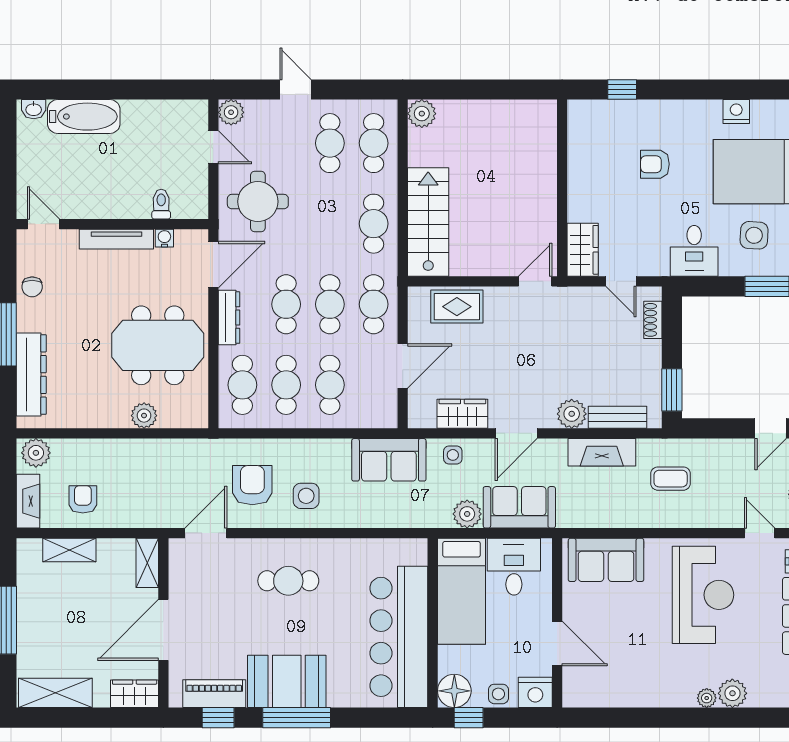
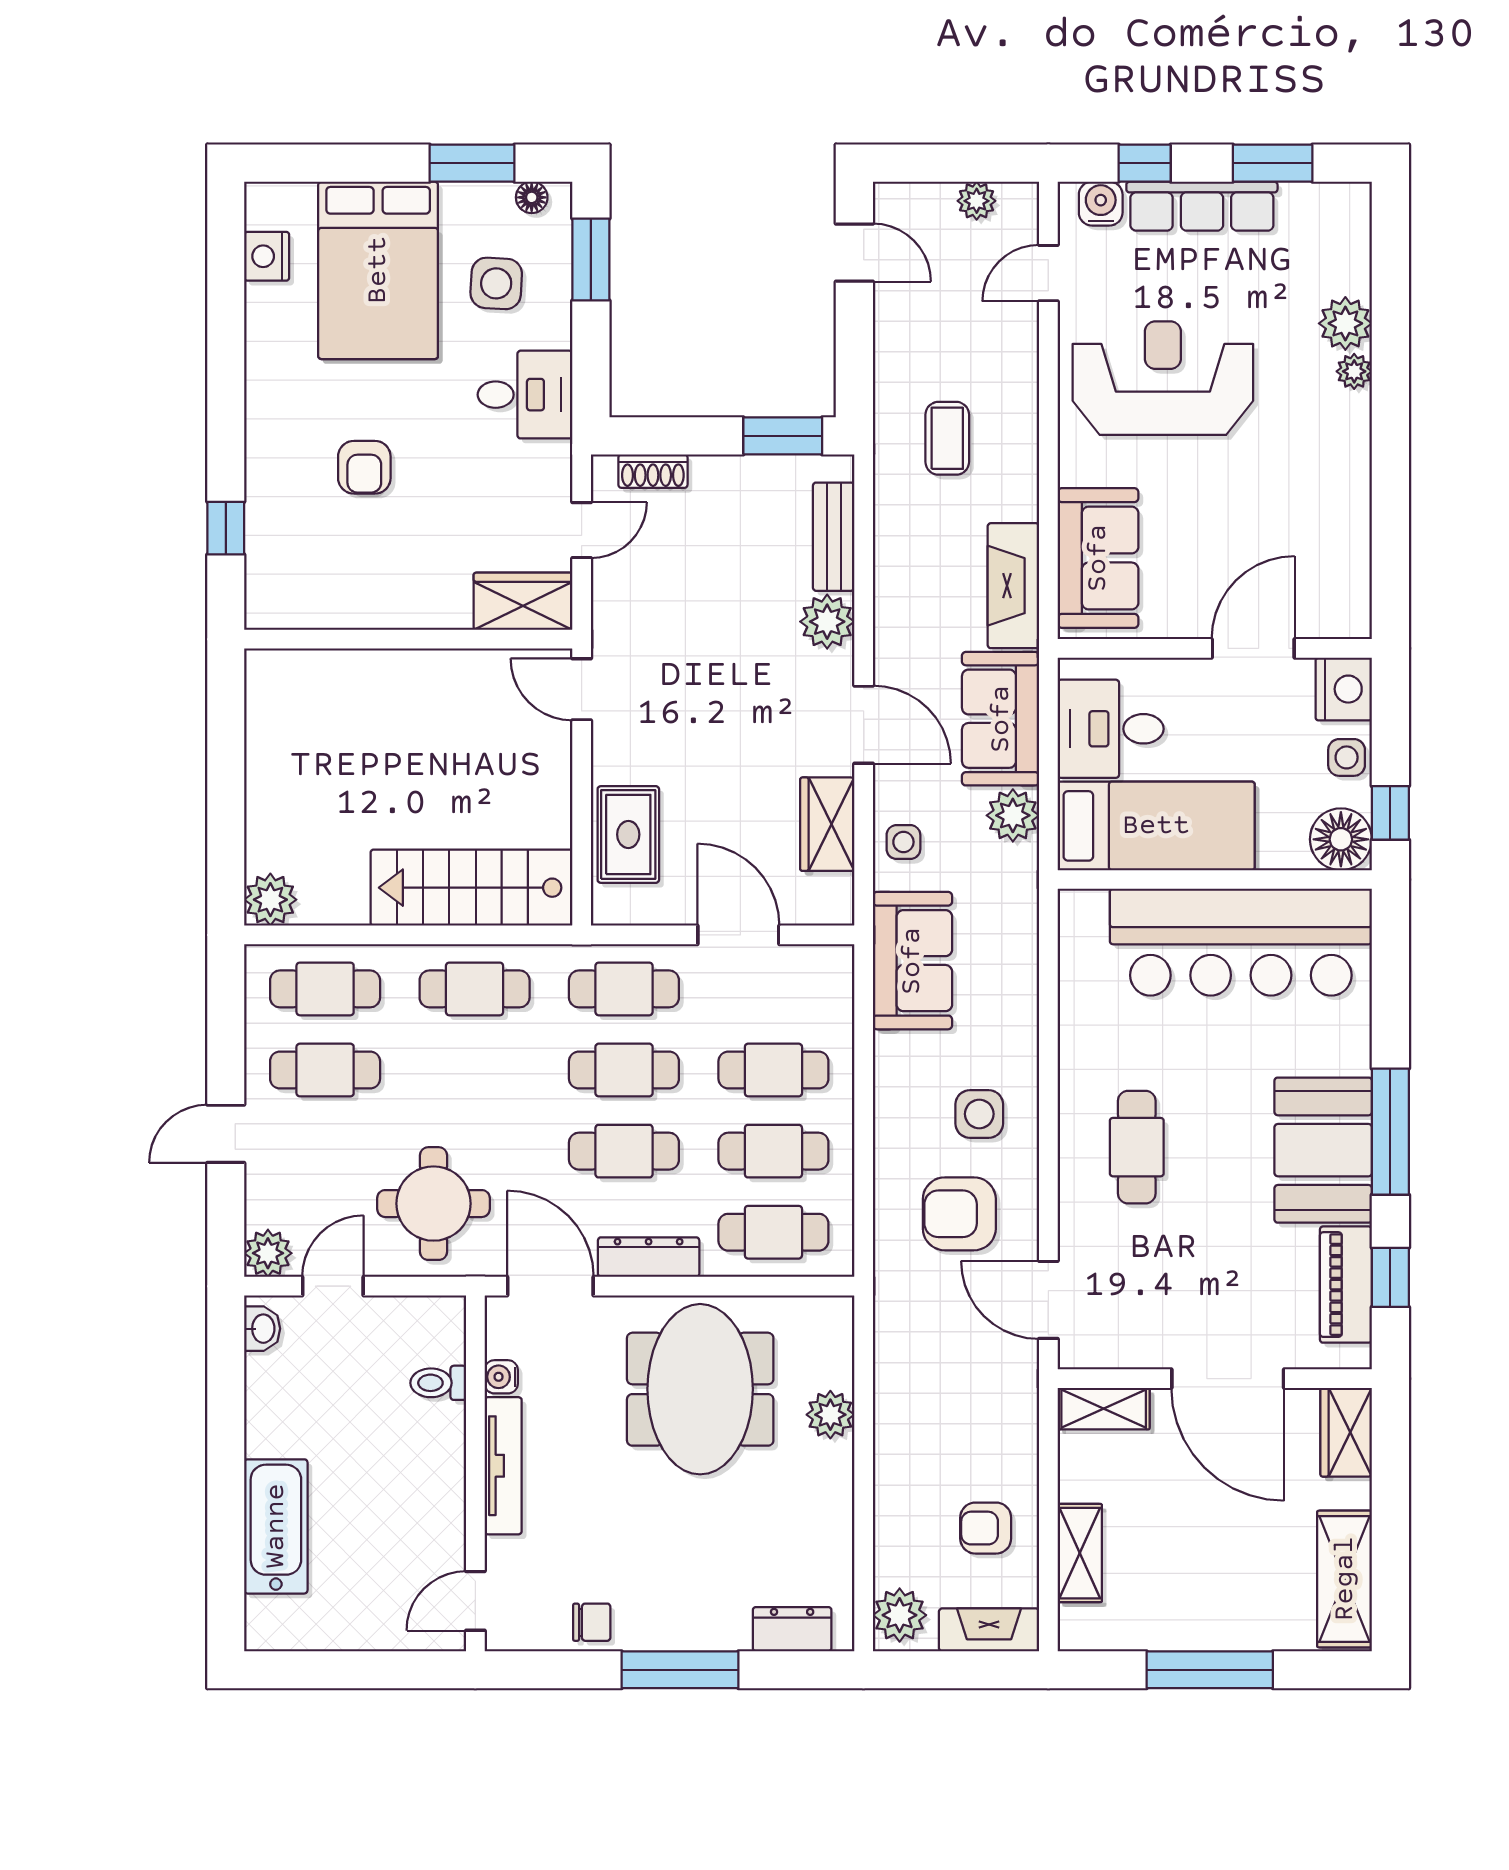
washbasin: (34, 109) -> (262, 1329), moved
nightstand: (736, 112) -> (267, 256), moved
dresser: (31, 375) -> (792, 1629), width x0.51, depth x0.80
fireplace: (602, 452) -> (1013, 586), moved, turned 180

